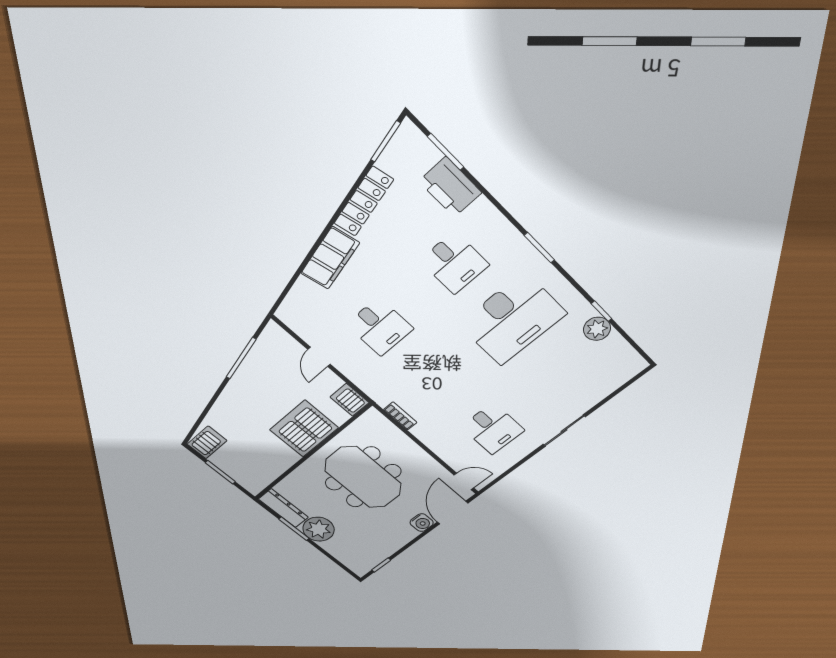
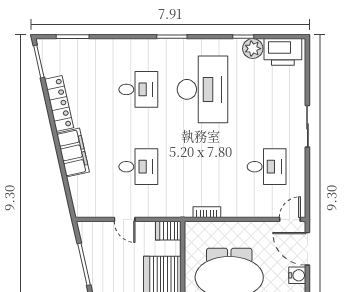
printer: (450, 187) -> (283, 52), moved

